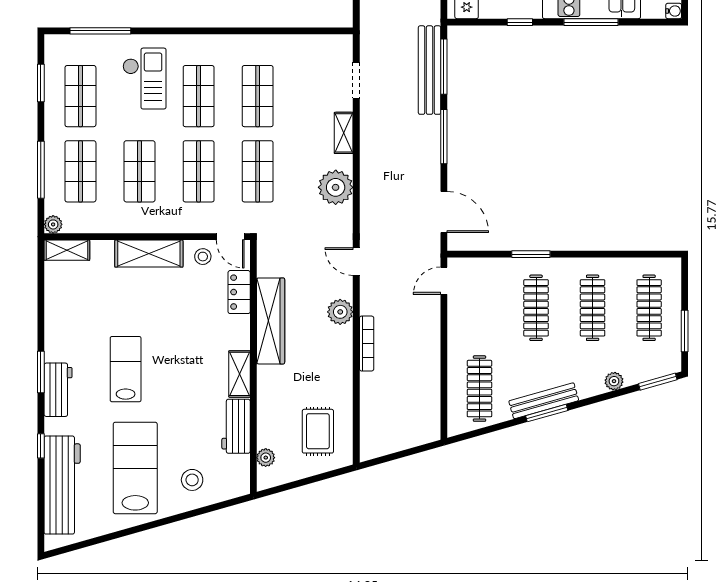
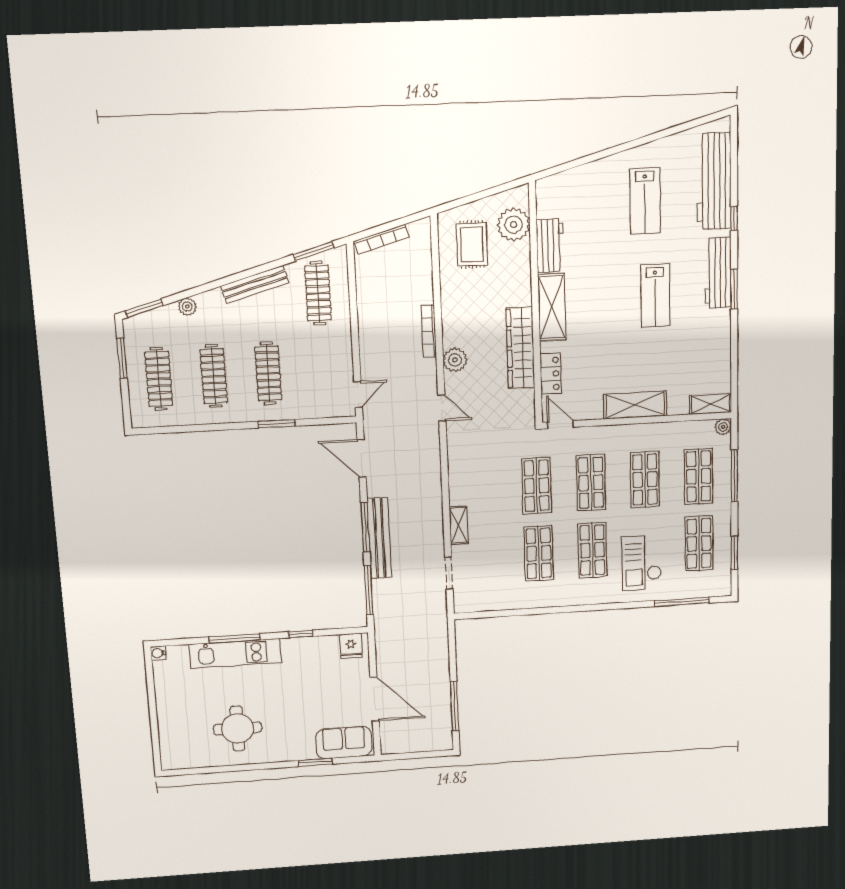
bench: (430, 70) -> (379, 538), moved
plant: (336, 187) -> (464, 475), removed
stool: (203, 257) -> (585, 405), removed
shelving: (240, 374) -> (552, 307), width x1.50, depth x1.33
workbench: (58, 390) -> (718, 273), width x1.38
window: (547, 413) -> (314, 251), moved
bookcase: (411, 441) -> (381, 239), added
plant: (266, 458) -> (514, 225), width x1.88, depth x1.88
lab bench: (135, 468) -> (645, 201), width x0.73, depth x0.72
stool: (192, 480) -> (591, 192), removed

